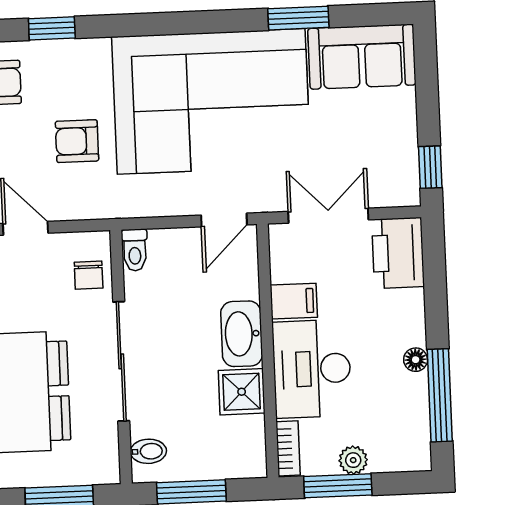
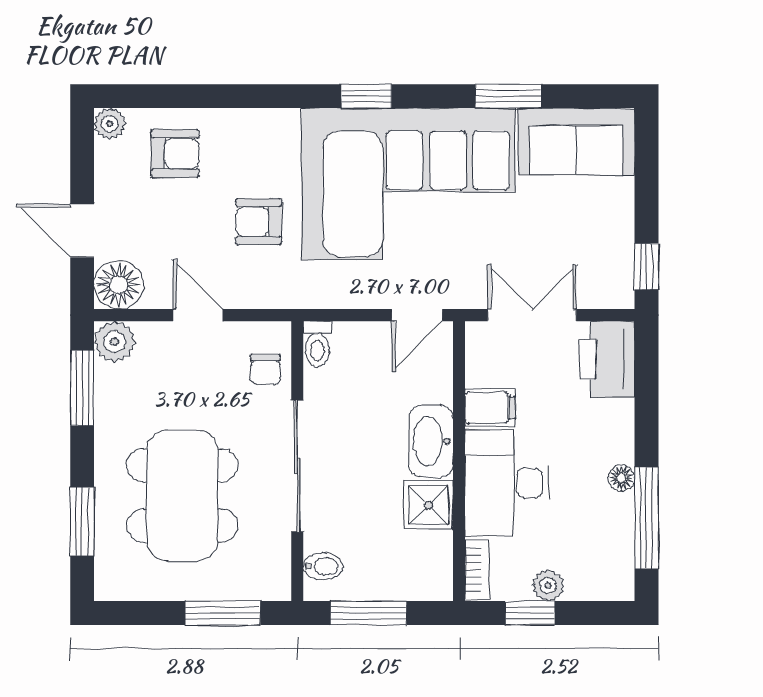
window: (52, 28) -> (366, 96), moved
window: (338, 486) -> (530, 613), width x0.67

